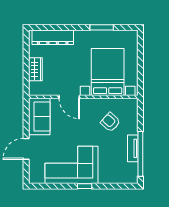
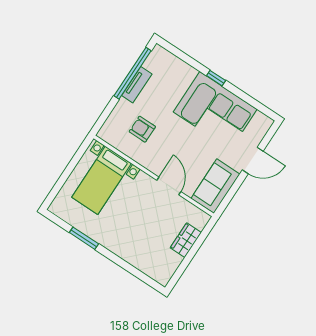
dresser: (53, 37) -> (144, 263), removed
bed with nightstands: (108, 72) -> (102, 180), width x0.73
armchair: (110, 122) -> (142, 129), turned 138

